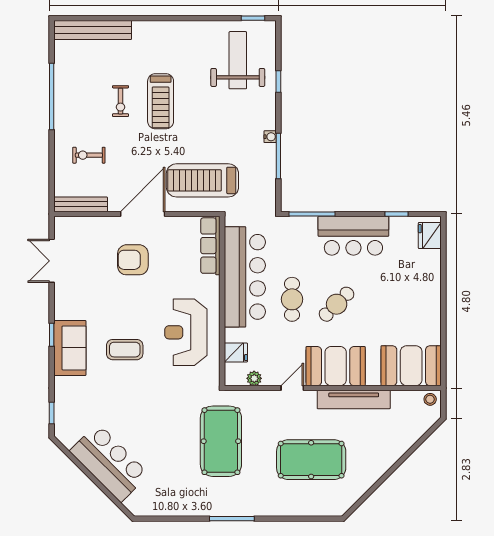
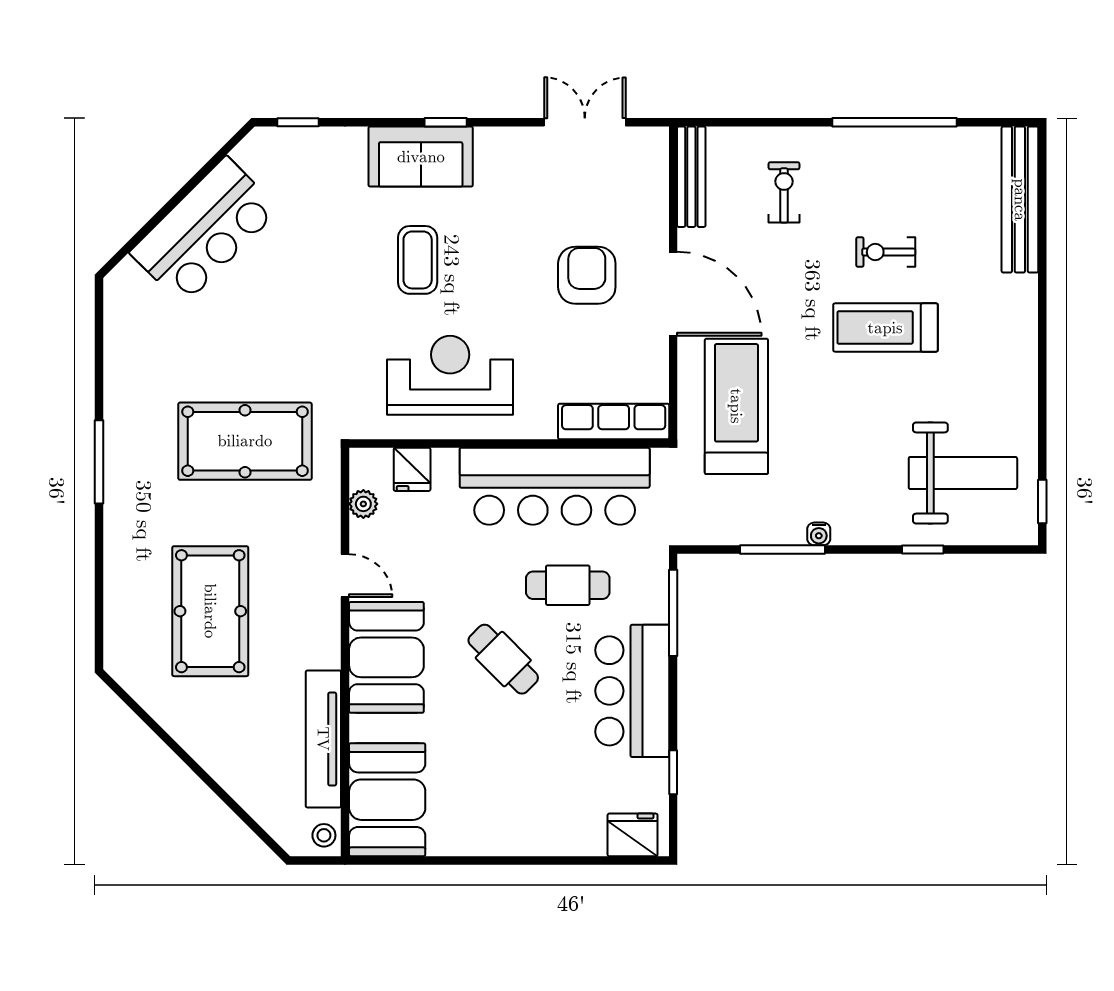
cafe table: (292, 299) -> (568, 585), moved
tv unit: (354, 400) -> (323, 739), moved

